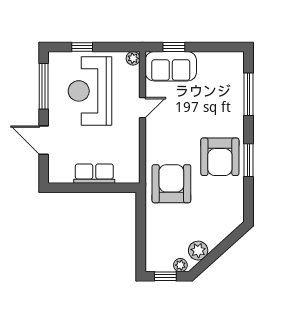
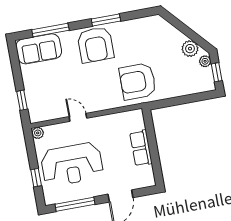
sofa: (171, 66) -> (39, 49), moved, turned 90
armchair: (220, 157) -> (95, 45), moved, turned 90

